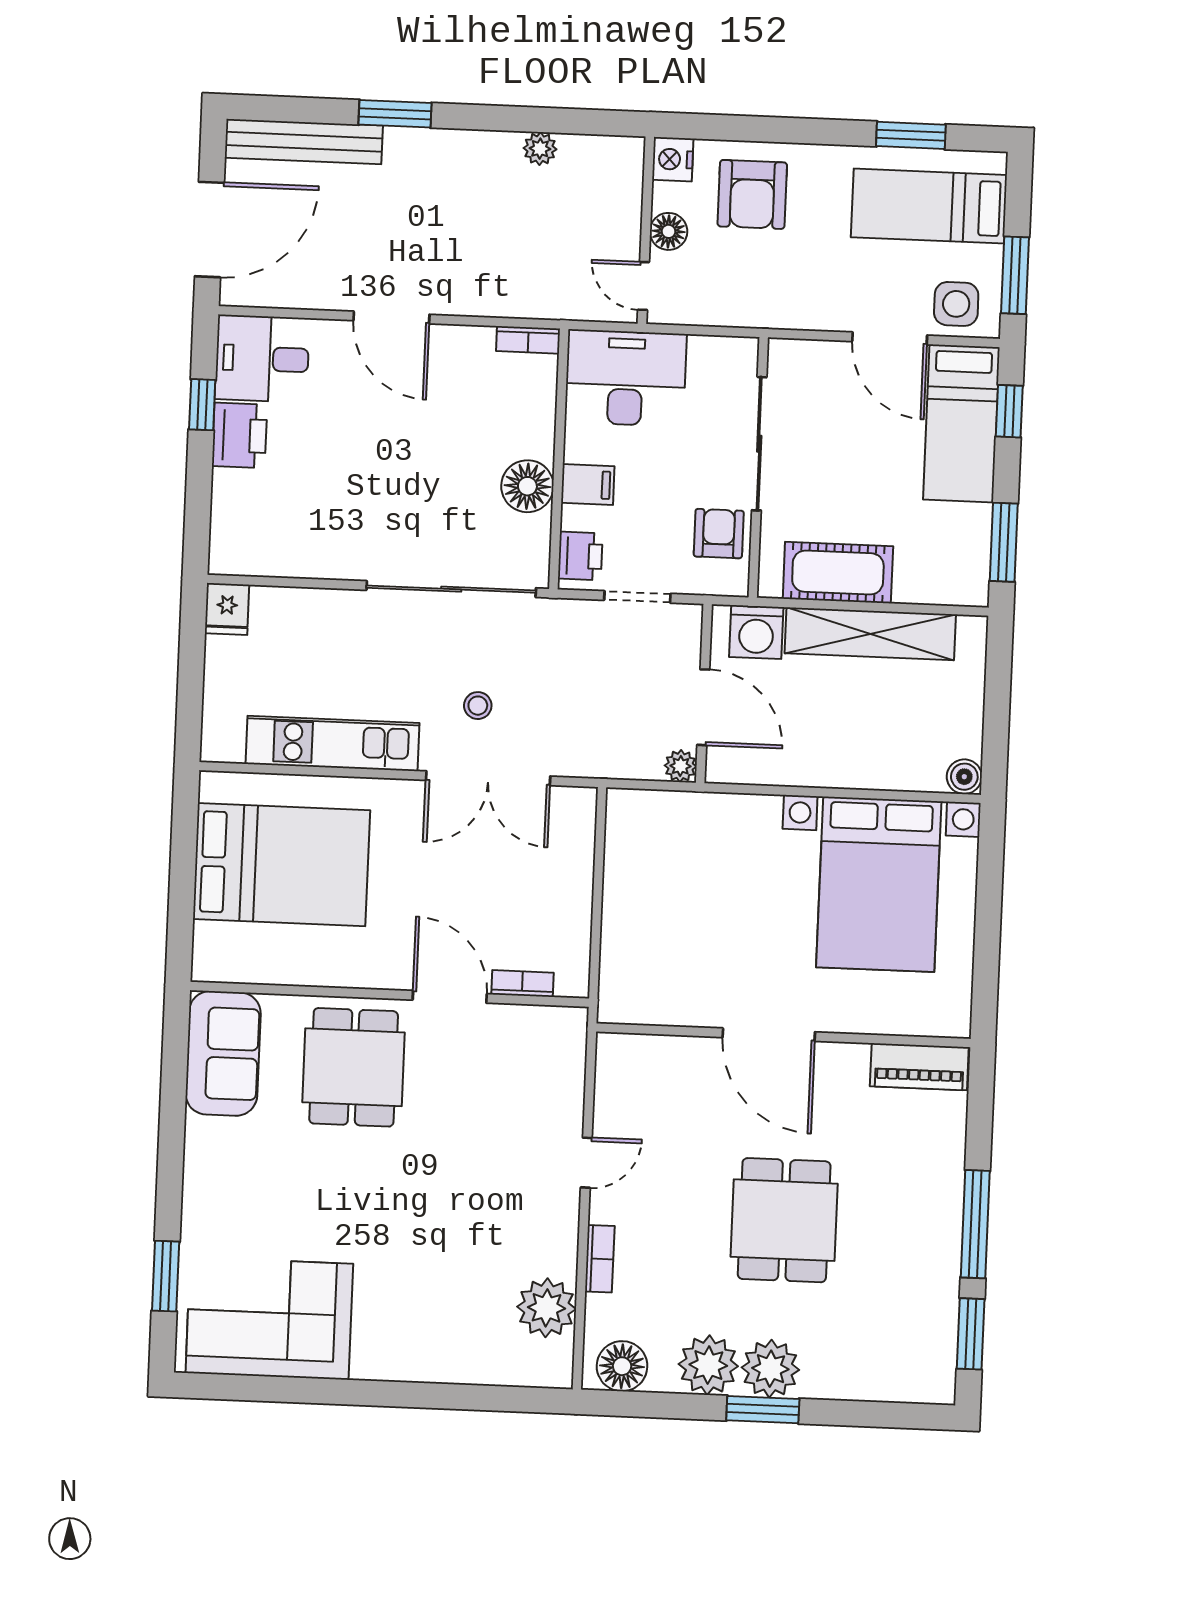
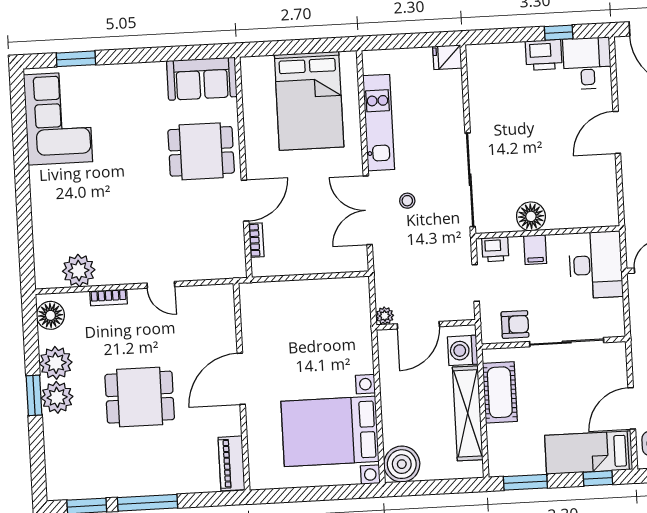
bookcase: (528, 340) -> (612, 209), removed
boiler: (964, 777) -> (402, 464), width x1.86, depth x1.86

